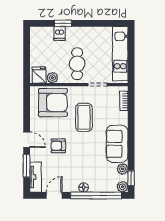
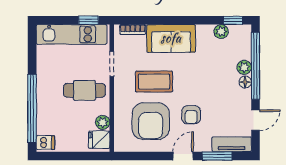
window: (63, 23) -> (32, 108), width x3.17
dishwasher: (59, 34) -> (45, 143), moved
window: (131, 67) -> (88, 20), added
armchair: (53, 103) -> (151, 121), moved, turned 180
sofa: (117, 144) -> (171, 38), moved
plant: (122, 187) -> (244, 67), moved
door: (54, 195) -> (255, 120), swing flipped

